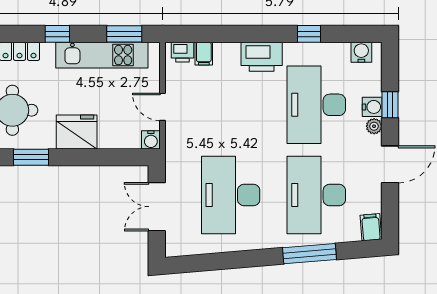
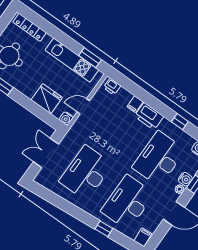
window: (57, 34) -> (58, 34), removed
filing cabinet: (204, 54) -> (135, 104), moved
door: (162, 107) -> (83, 106), hinge flipped
fridge: (77, 132) -> (47, 99), moved
window: (309, 254) -> (104, 229), width x0.46

